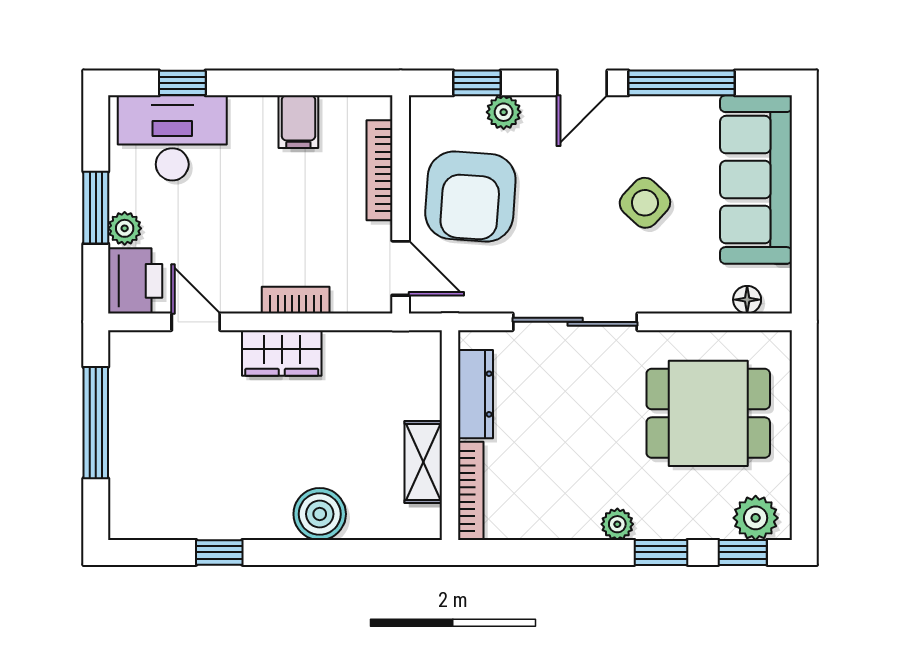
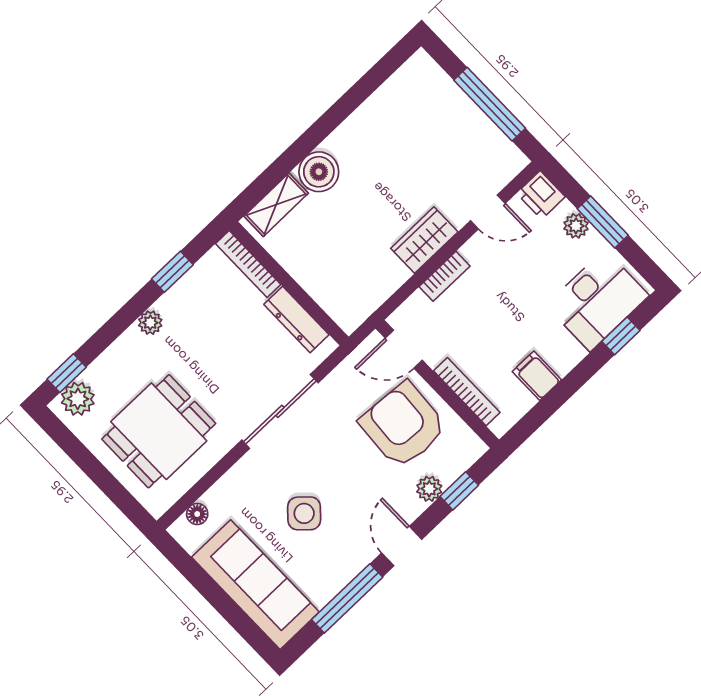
printer: (135, 281) -> (541, 195), width x0.73, depth x0.81
shelving: (423, 462) -> (276, 205), moved, turned 90
window: (219, 552) -> (354, 98), removed
window: (661, 552) -> (172, 272), moved

